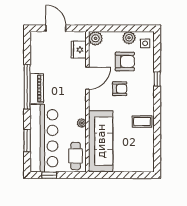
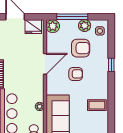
window: (116, 28) -> (72, 17), added
fridge: (79, 50) -> (33, 27), moved, turned -90

